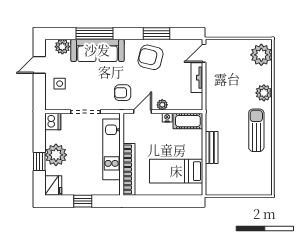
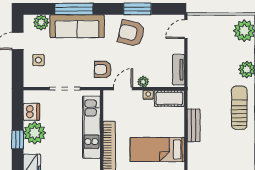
tv unit: (197, 78) -> (179, 70), moved
dishwasher: (53, 121) -> (31, 112), moved

